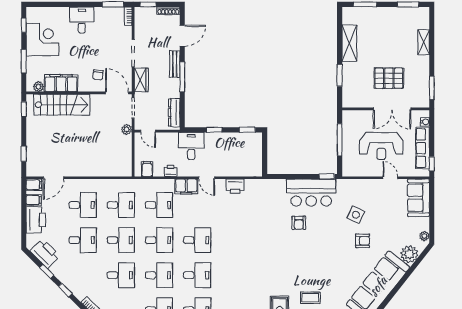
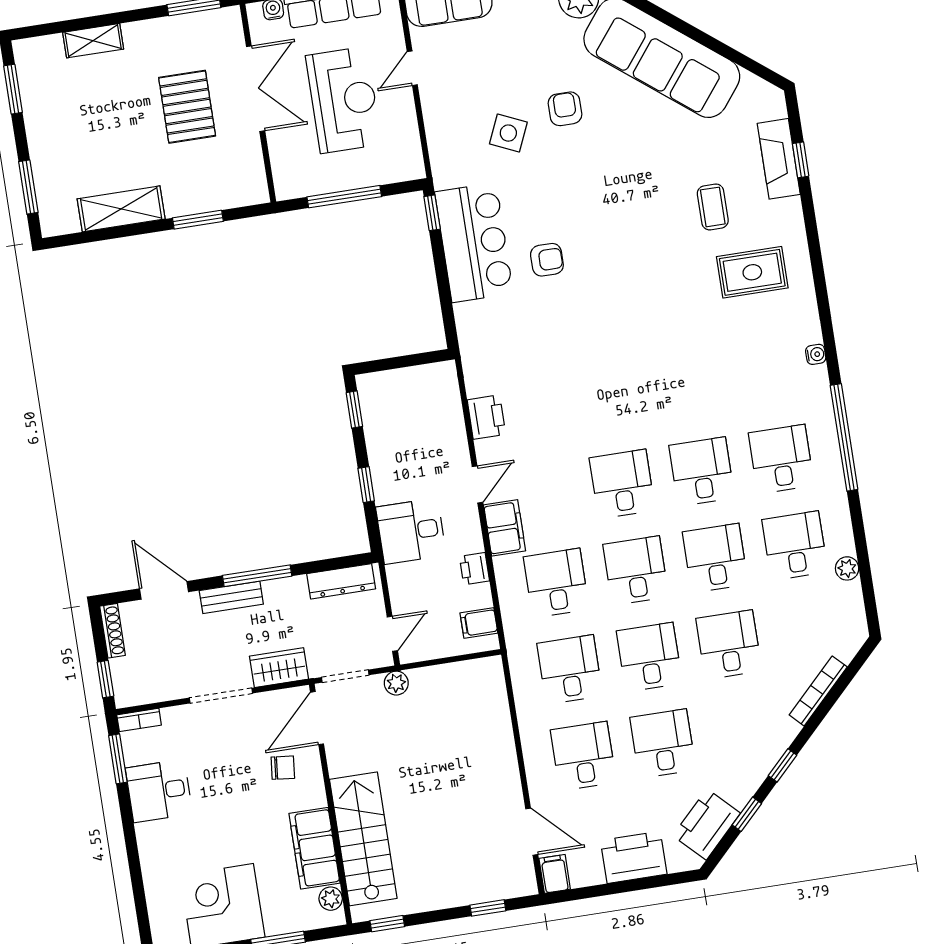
desk: (82, 20) -> (159, 791), moved
filing cabinet: (34, 200) -> (590, 869), removed

